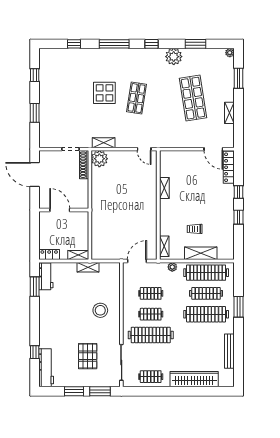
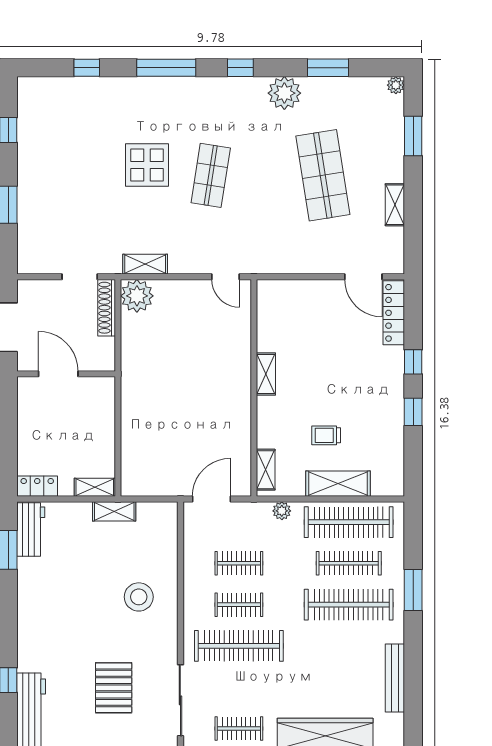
shelving: (164, 188) -> (266, 374), moved
door: (60, 210) -> (58, 374), moved
wall: (64, 210) -> (66, 374), moved

